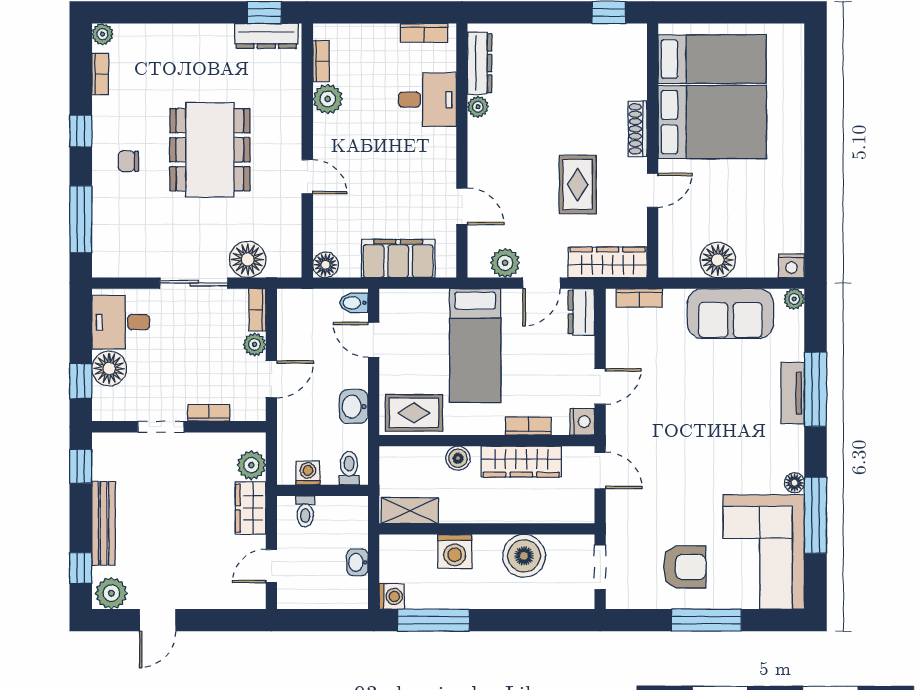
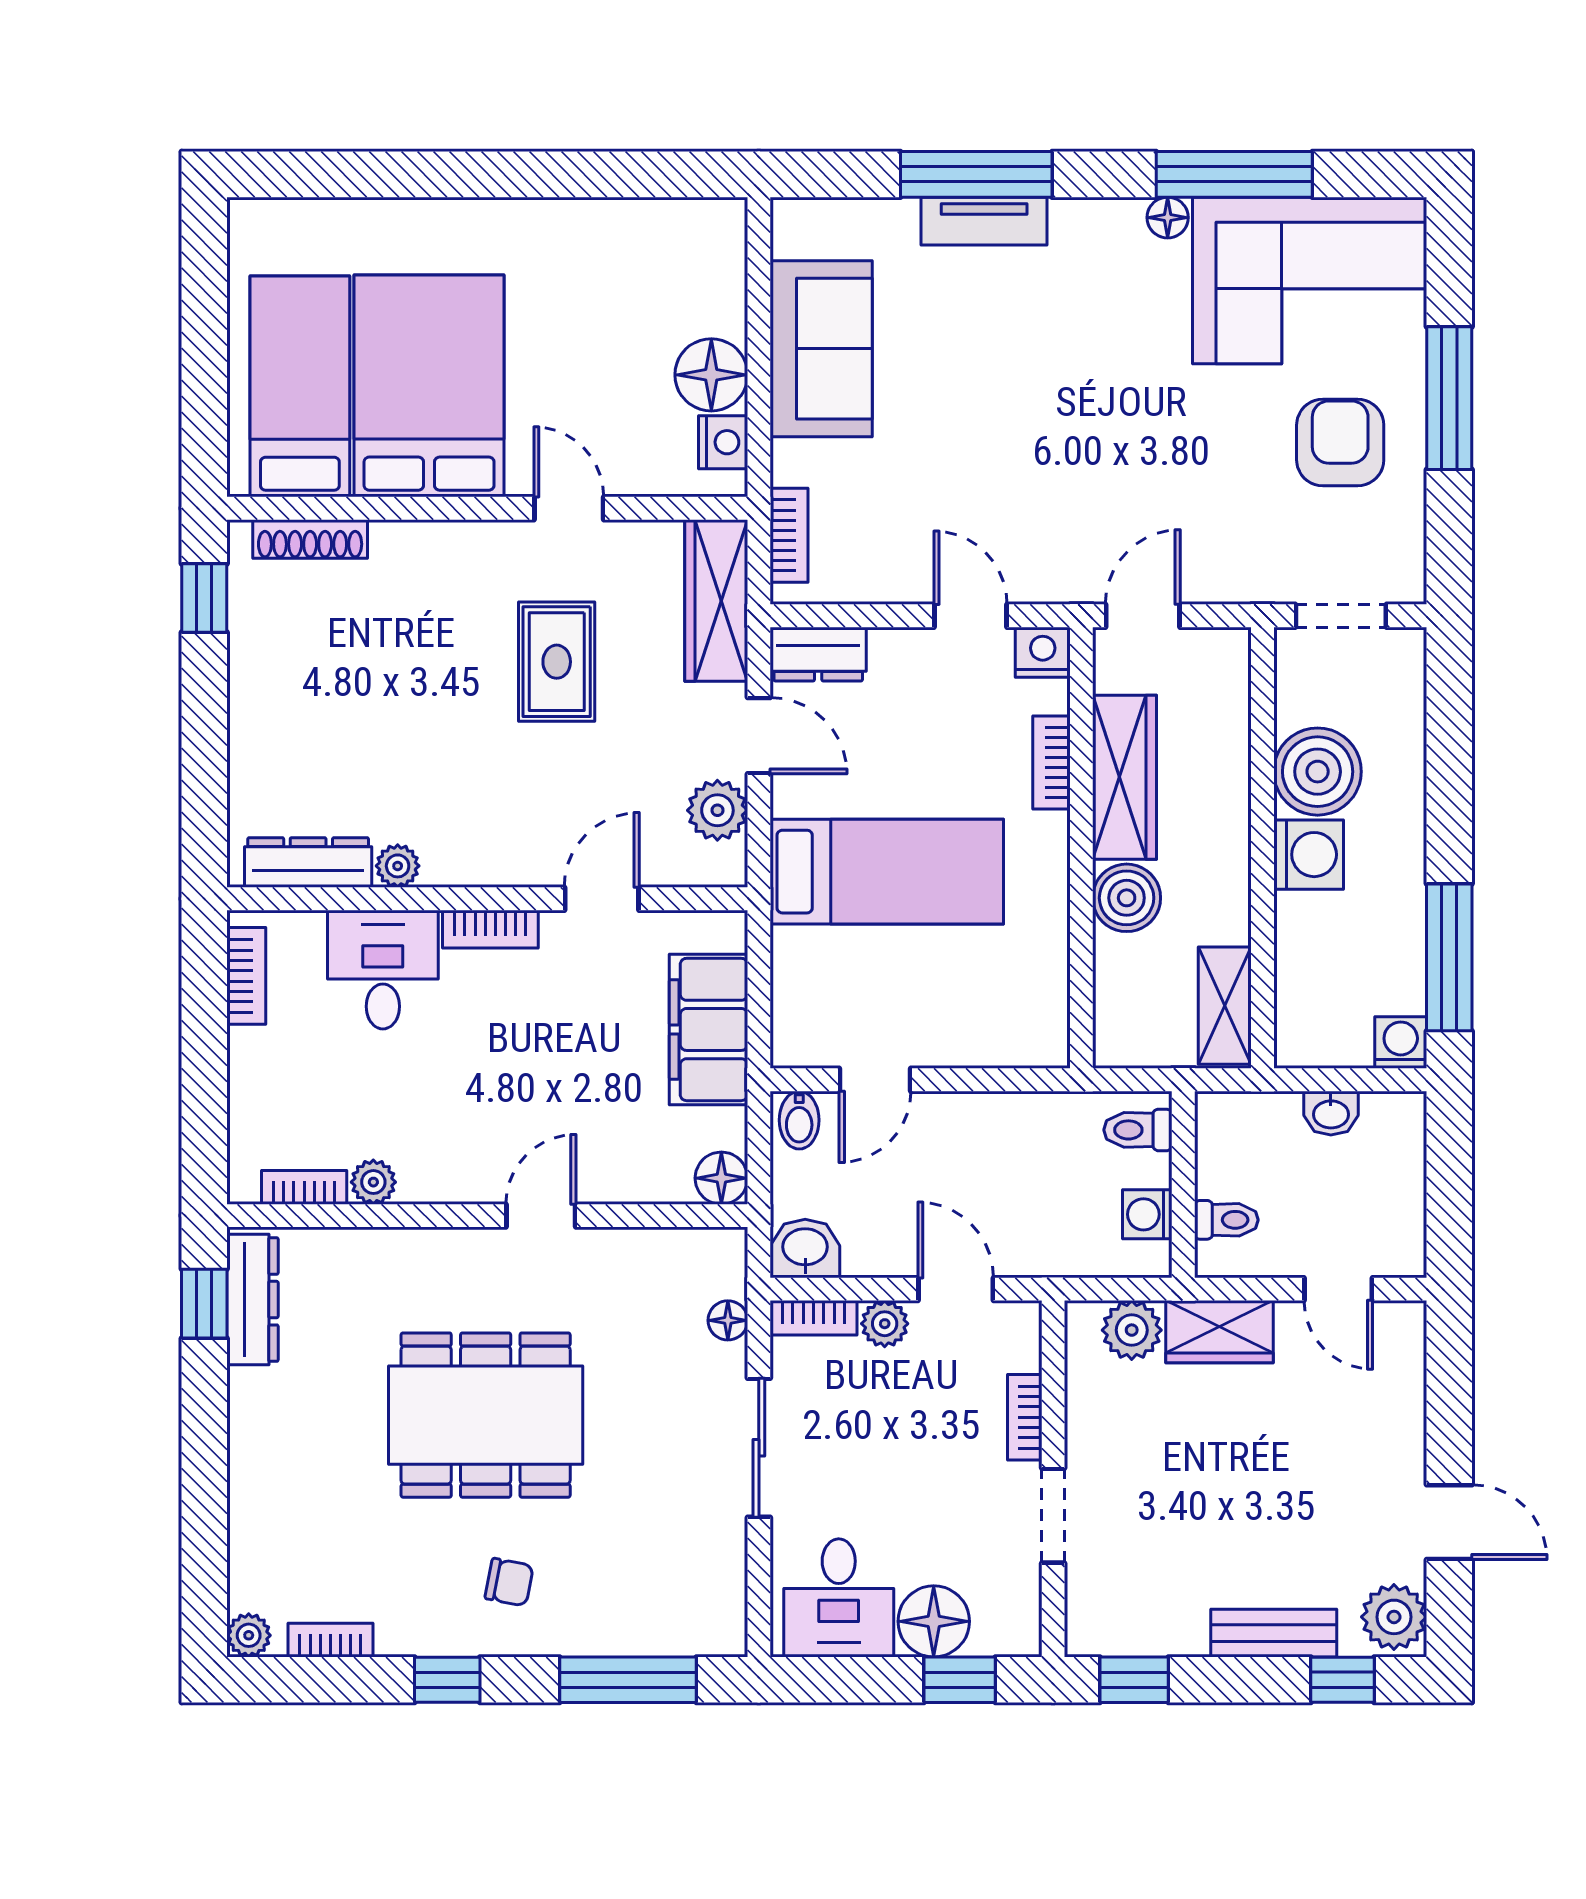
plant: (328, 99) -> (373, 1182), width x0.73, depth x0.73
shoe rack: (638, 129) -> (310, 539), moved
bookcase: (447, 152) -> (490, 929), added
chair: (128, 161) -> (509, 1582), turned -79
rug: (578, 184) -> (557, 662), turned 90
floor lamp: (248, 259) -> (728, 1320), width x0.53, depth x0.53
nightstand: (791, 266) -> (723, 442), moved
plant: (794, 299) -> (791, 218), removed
washbasin: (354, 407) -> (805, 1249), moved, turned 180
rug: (414, 413) -> (1025, 997), removed
boiler: (458, 458) -> (1127, 898), width x1.36, depth x1.36
bench: (104, 523) -> (1274, 1633), width x0.73
washing machine: (455, 551) -> (1309, 855), moved

